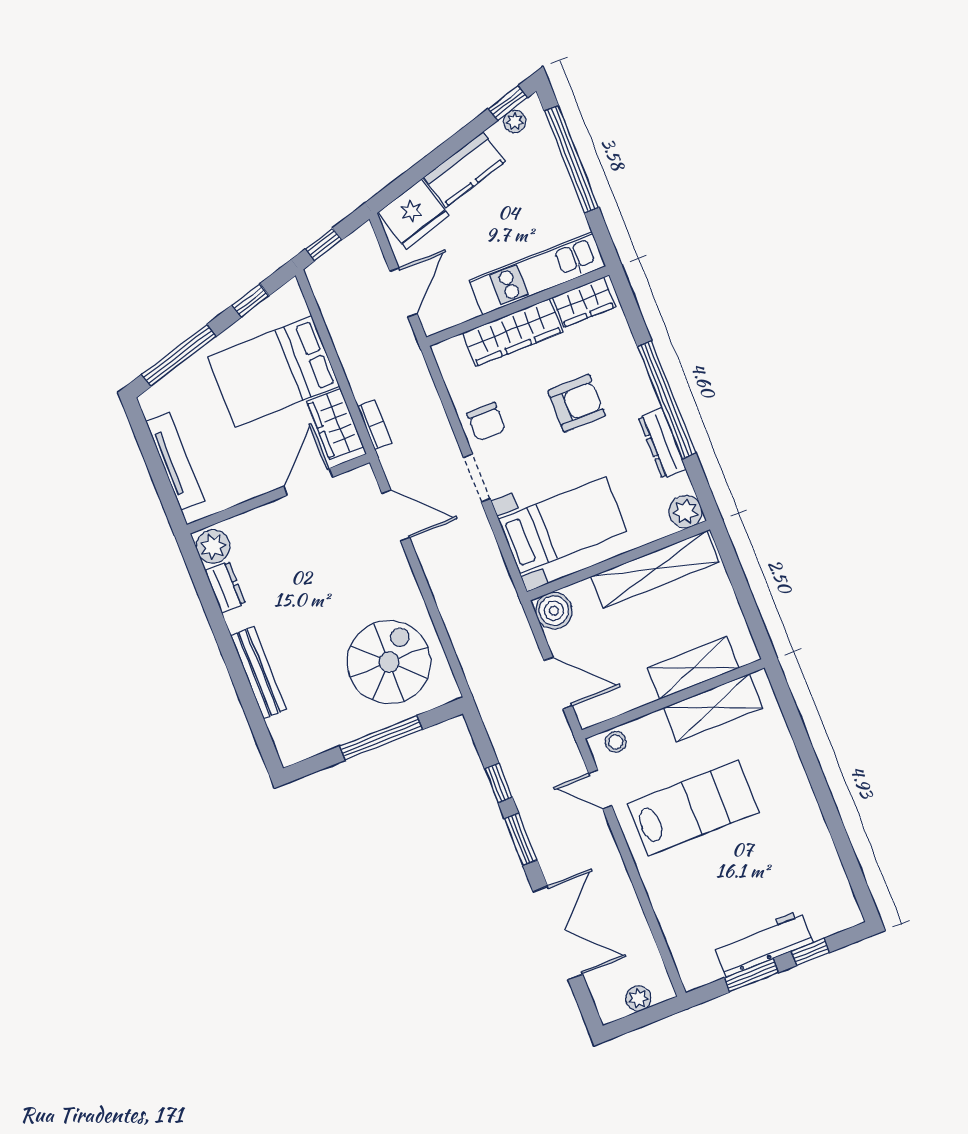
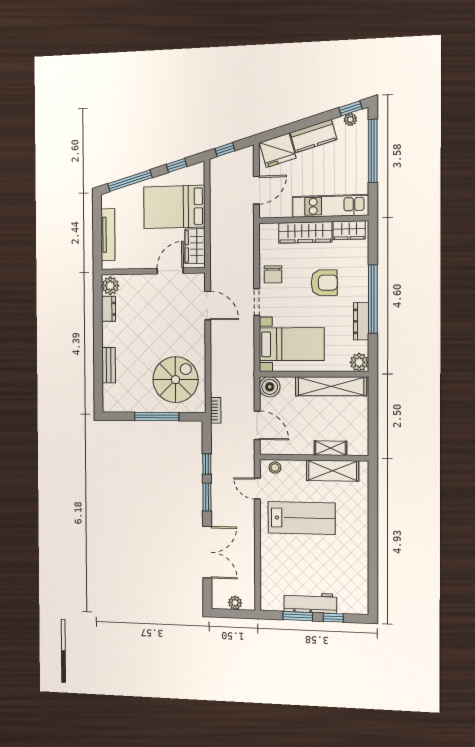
bookcase: (375, 425) -> (216, 410), moved
shelving: (693, 668) -> (331, 448), width x0.67, depth x0.75
bench: (259, 672) -> (109, 365), width x0.73

